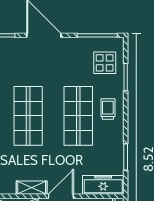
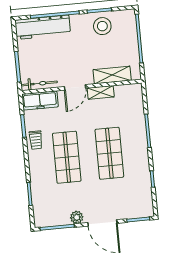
plant: (73, 45) -> (77, 217), added
display table: (105, 63) -> (49, 205), removed
trolley: (108, 109) -> (36, 140), moved

